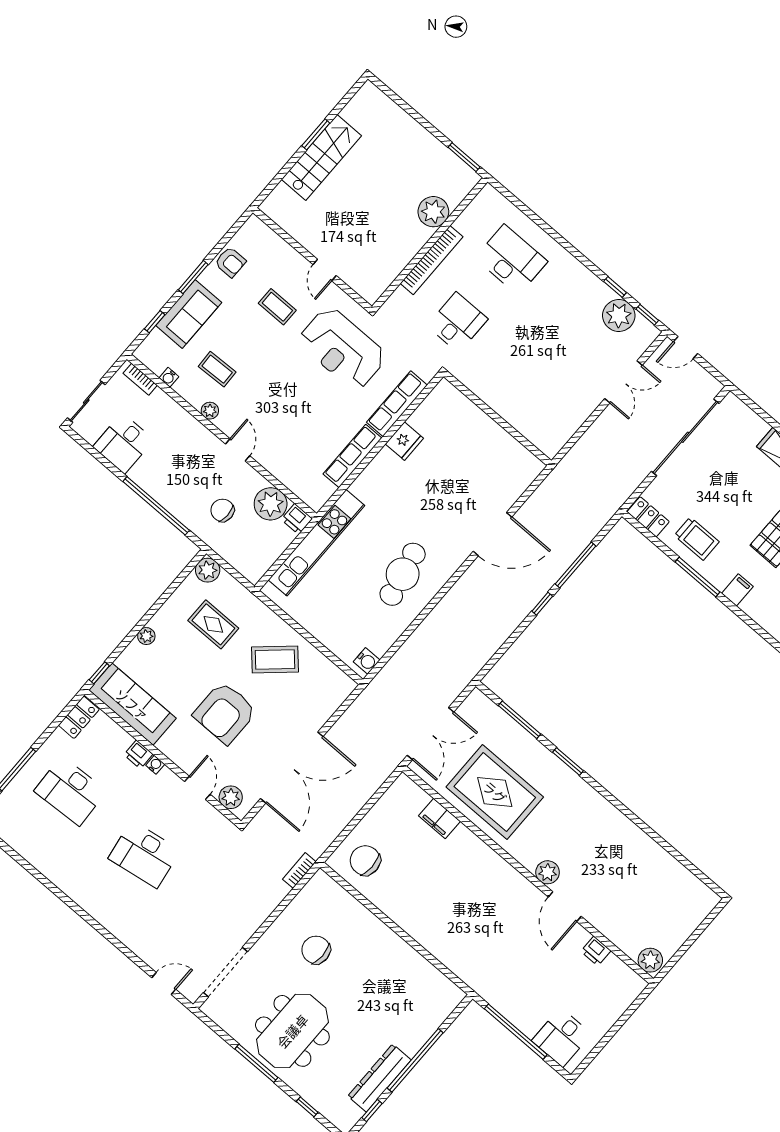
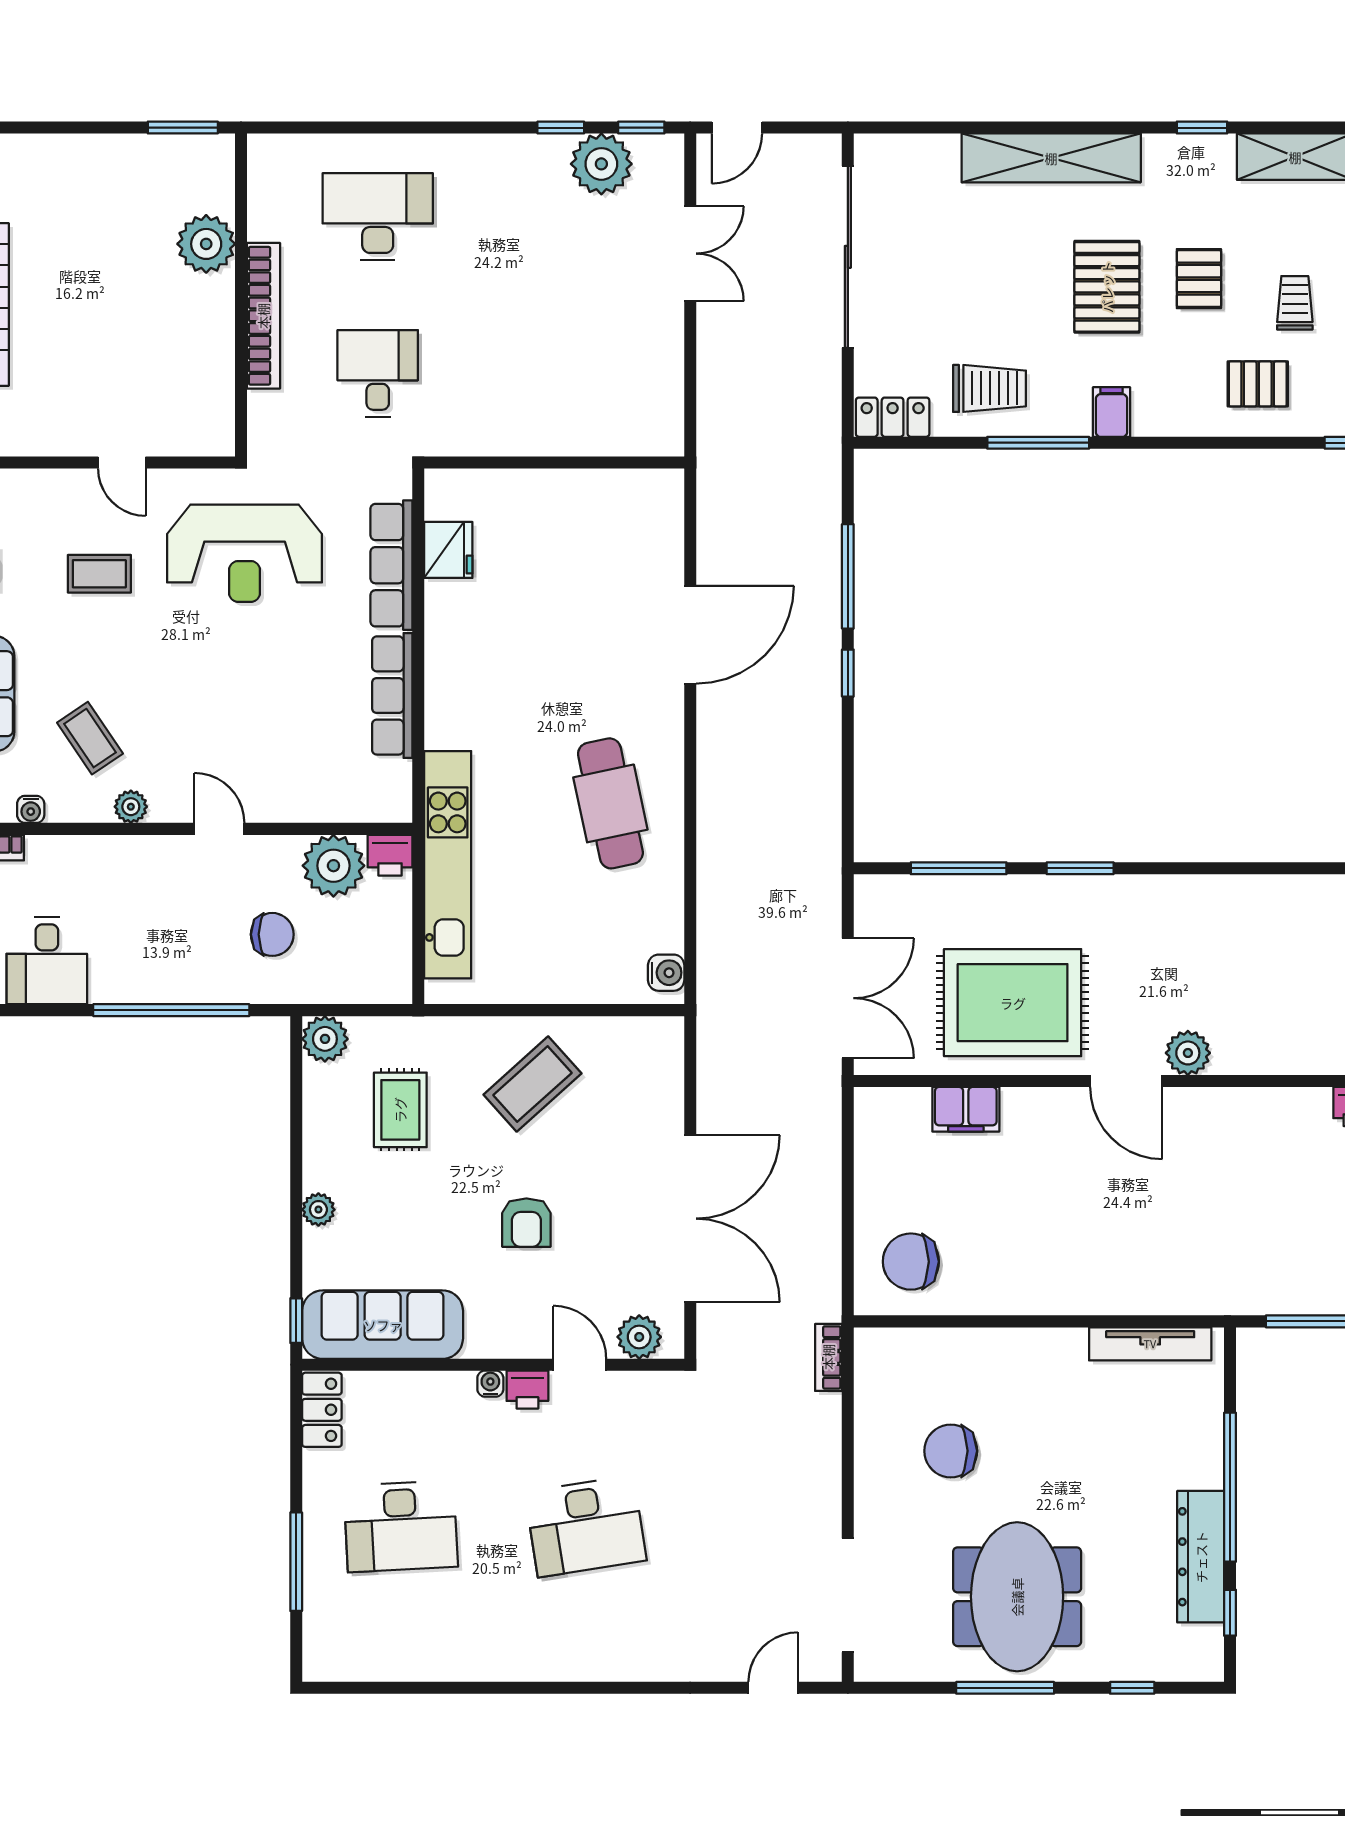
coffee table: (217, 369) -> (90, 738), turned 58
fridge: (404, 441) -> (448, 550), moved
chair: (222, 510) -> (272, 934), turned 180
rug: (213, 624) -> (400, 1110), turned 90
armchair: (225, 713) -> (526, 1223), width x0.53, depth x0.53
printer: (138, 754) -> (527, 1390), moved
door: (565, 907) -> (1126, 1081), moved
tv unit: (433, 976) -> (1150, 1344), added

